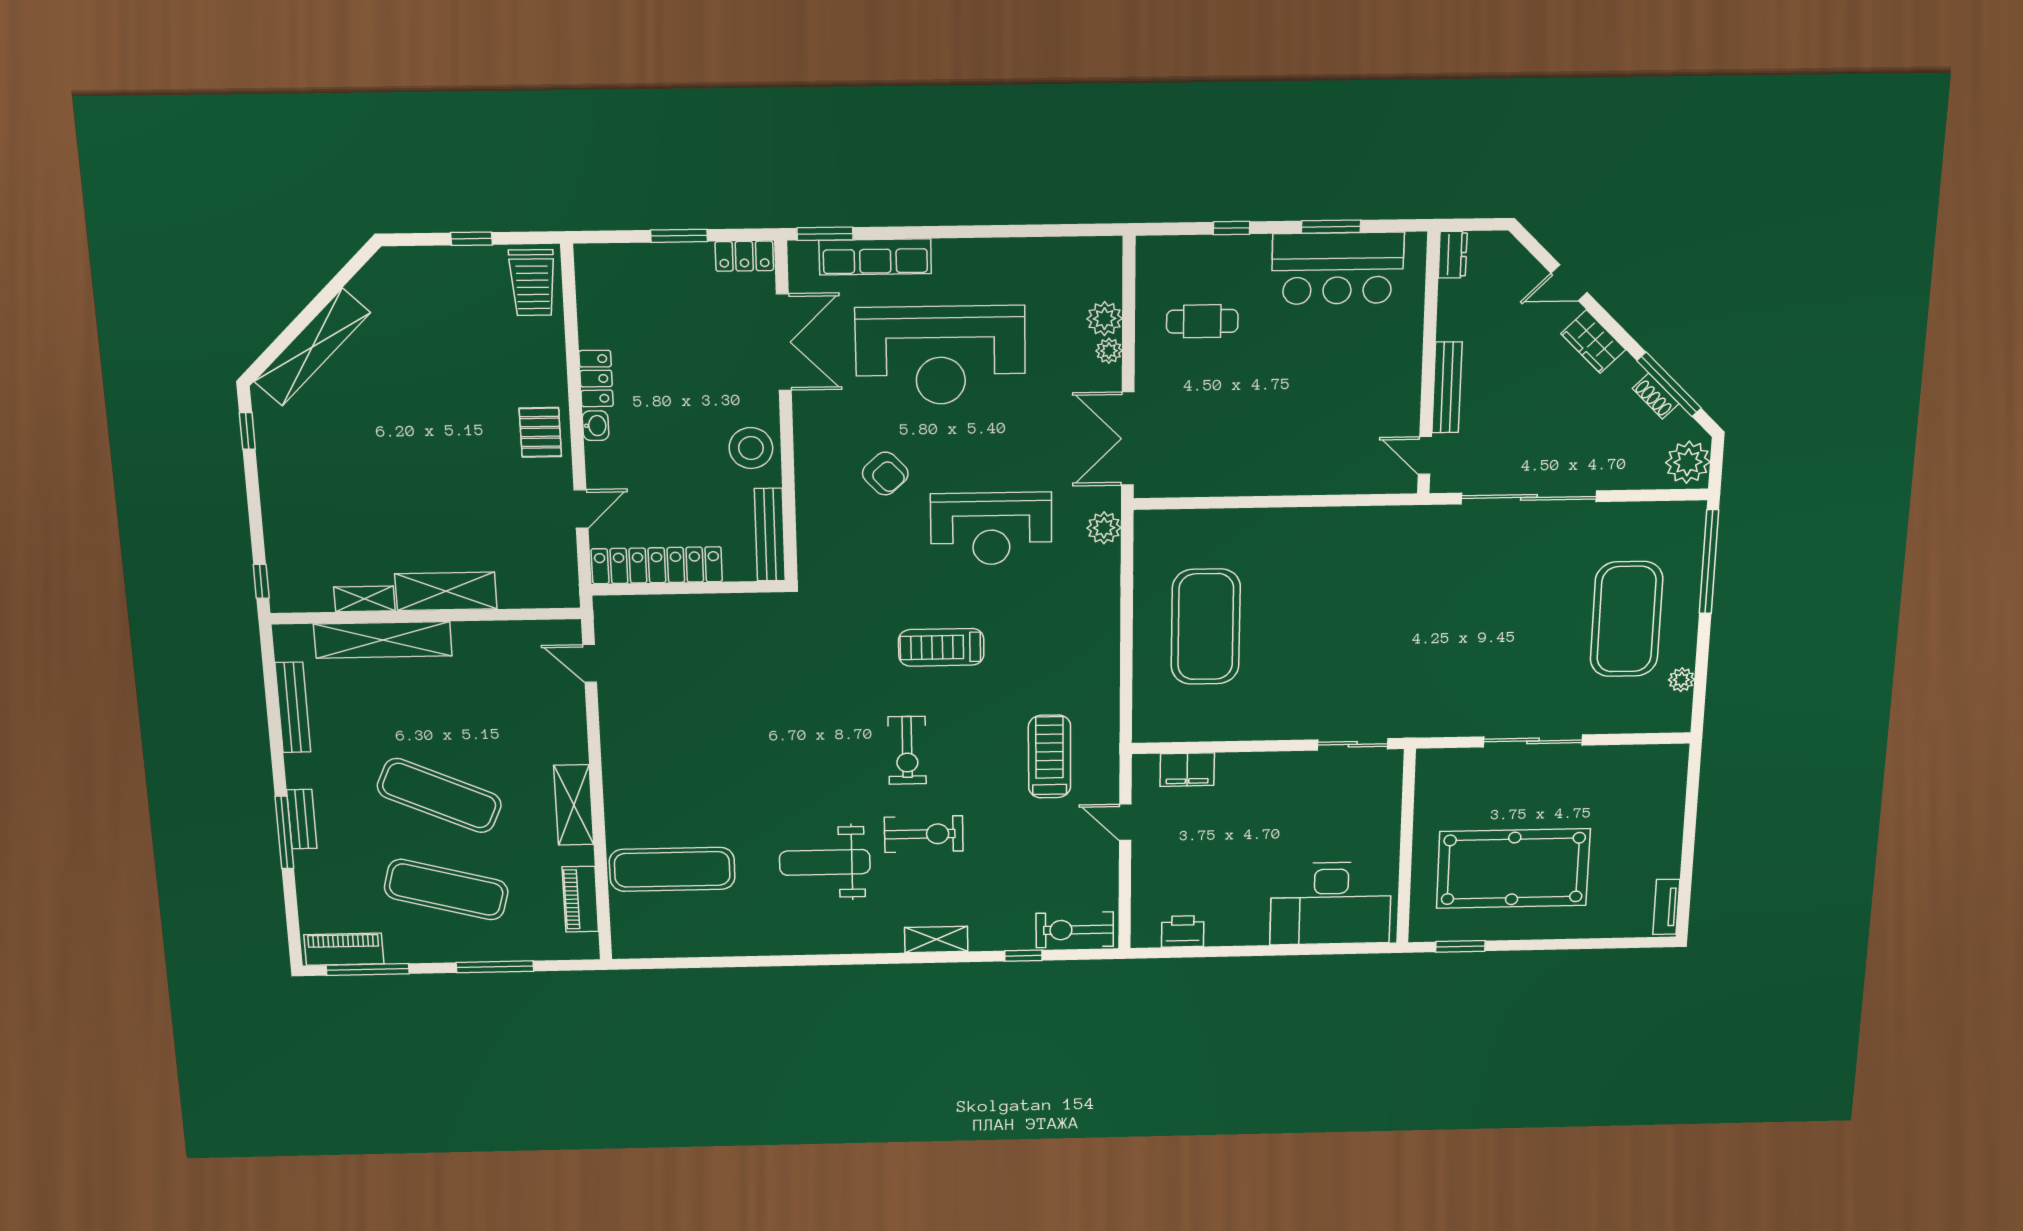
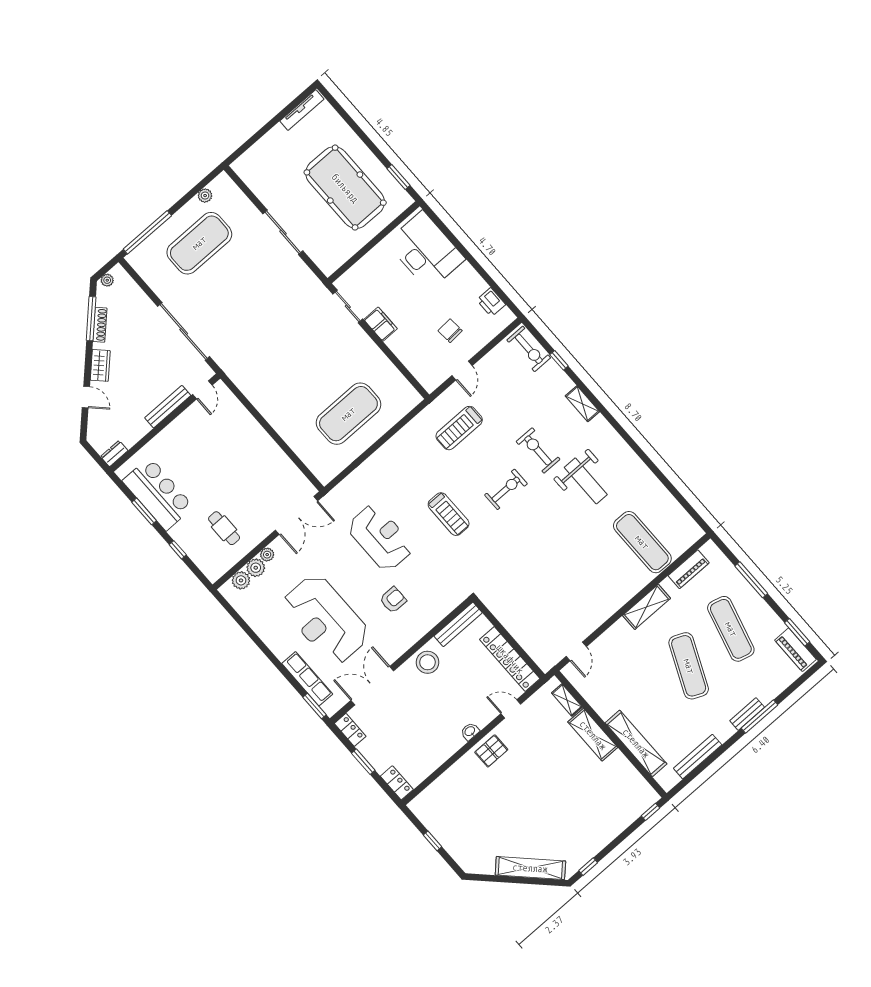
trolley: (532, 283) -> (431, 803), removed
reception desk: (940, 355) -> (325, 619), turned 180
locker: (596, 379) -> (397, 783), moved, turned 90
shoe rack: (1656, 396) -> (100, 325), width x1.43
plant: (1688, 462) -> (107, 280), width x0.53, depth x0.53
armchair: (885, 473) -> (393, 600), turned 43
plant: (1104, 528) -> (241, 580), moved
shelving: (364, 599) -> (567, 700), moved
filing cabinet: (1187, 770) -> (381, 324), moved
chair: (1194, 850) -> (450, 331), added
tv unit: (1666, 907) -> (302, 110), width x1.41
window: (368, 970) -> (797, 632), width x0.69

